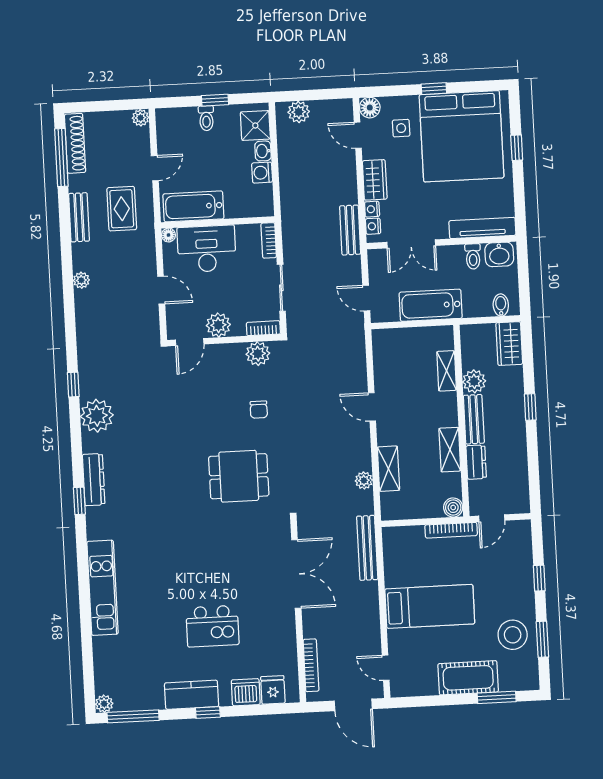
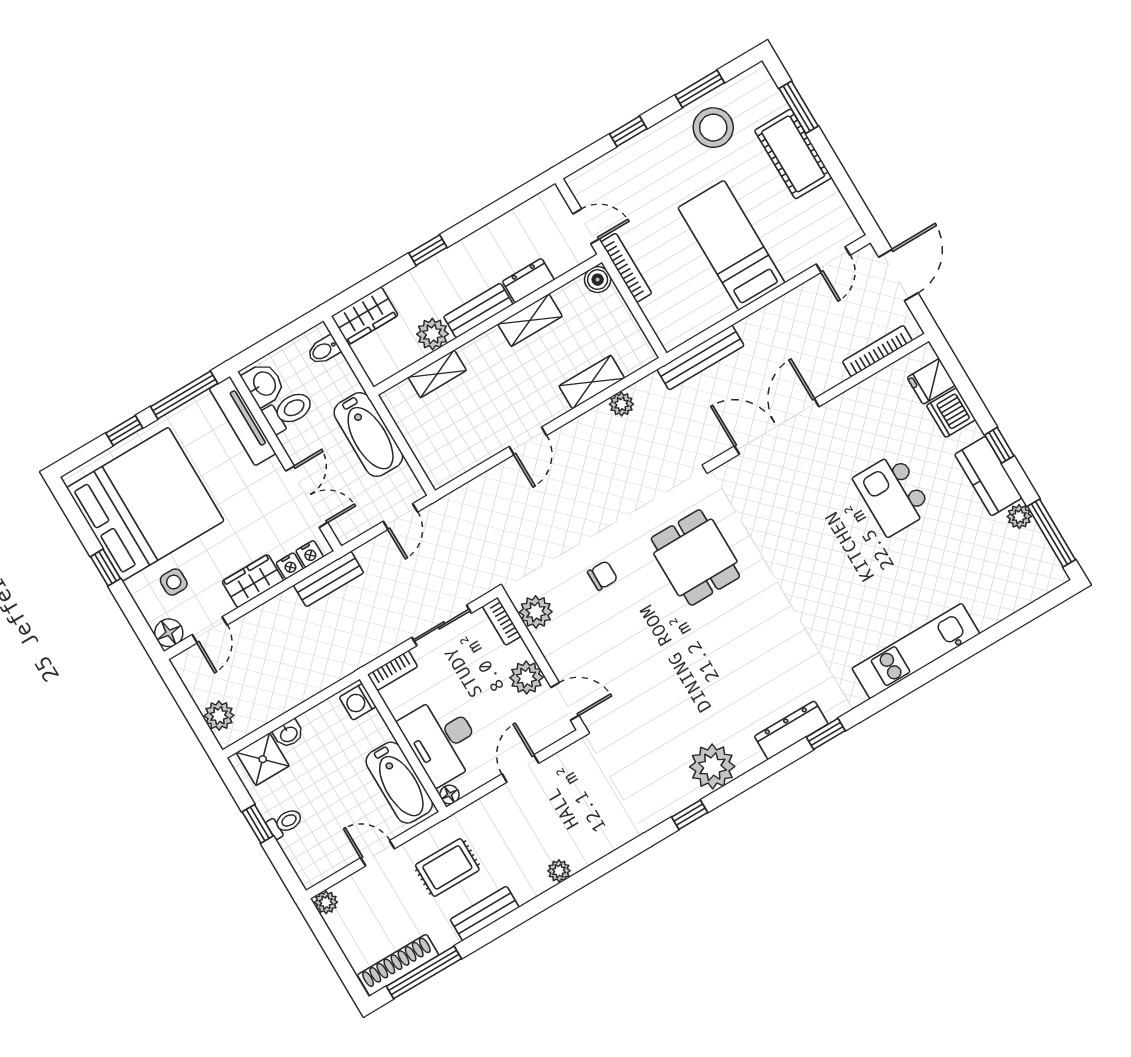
washing machine: (262, 173) -> (358, 702), moved, turned 90
window: (519, 199) -> (184, 395), added
toilet: (473, 256) -> (288, 411), width x1.37, depth x1.39
kitchen island: (212, 626) -> (893, 495), turned 180
plant: (104, 704) -> (1019, 516), moved

